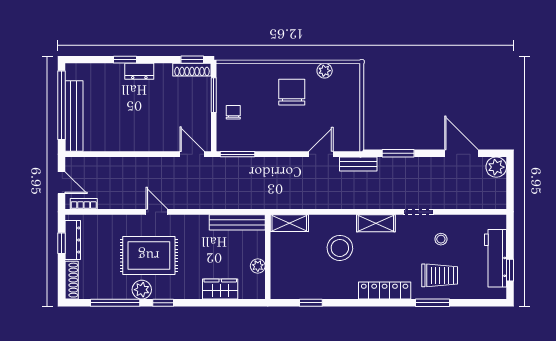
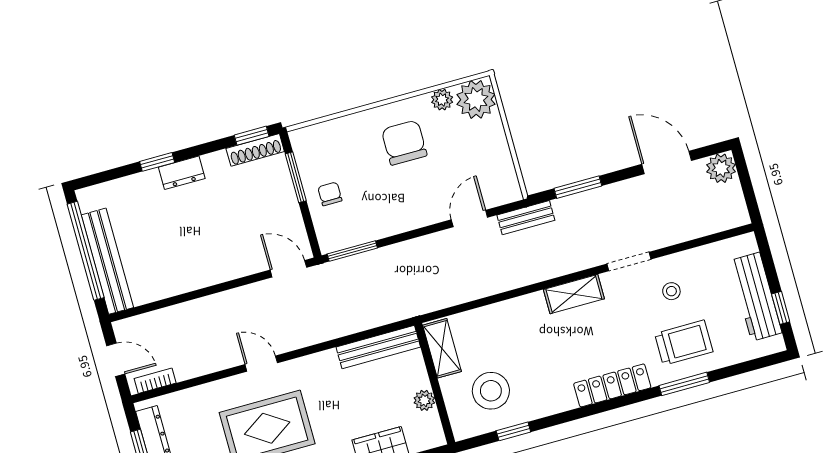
plant: (347, 77) -> (476, 99), added
shelving: (289, 223) -> (442, 348), moved, turned 90
stool: (340, 248) -> (491, 391), moved

